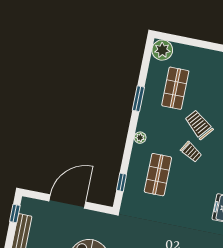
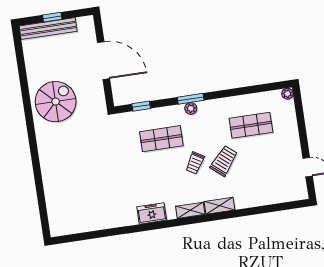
plant: (162, 50) -> (287, 94), width x0.53, depth x0.53
window: (138, 99) -> (191, 99), moved
window: (15, 213) -> (52, 17), moved

